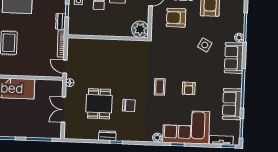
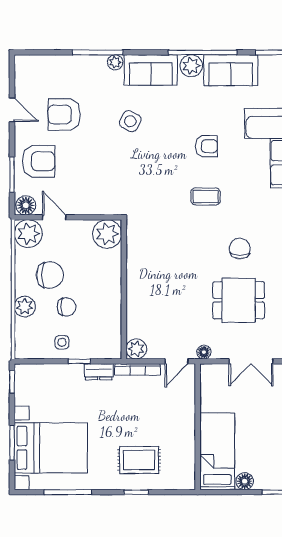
armchair: (176, 18) -> (85, 173), removed
plant: (73, 44) -> (136, 349), added
plant: (235, 81) -> (191, 66), added

